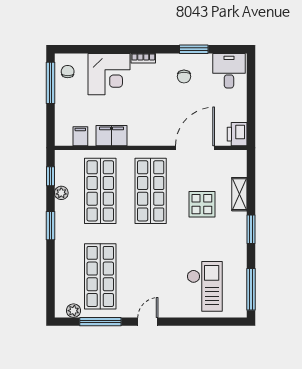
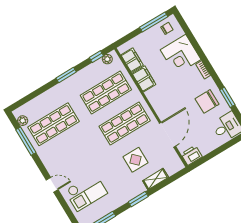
chair: (184, 77) -> (207, 101), width x1.87, depth x1.87
filing cabinet: (80, 136) -> (132, 60), width x2.00
door: (195, 148) -> (167, 135), hinge flipped
plant: (61, 193) -> (107, 59), moved
door: (148, 322) -> (52, 185), moved

